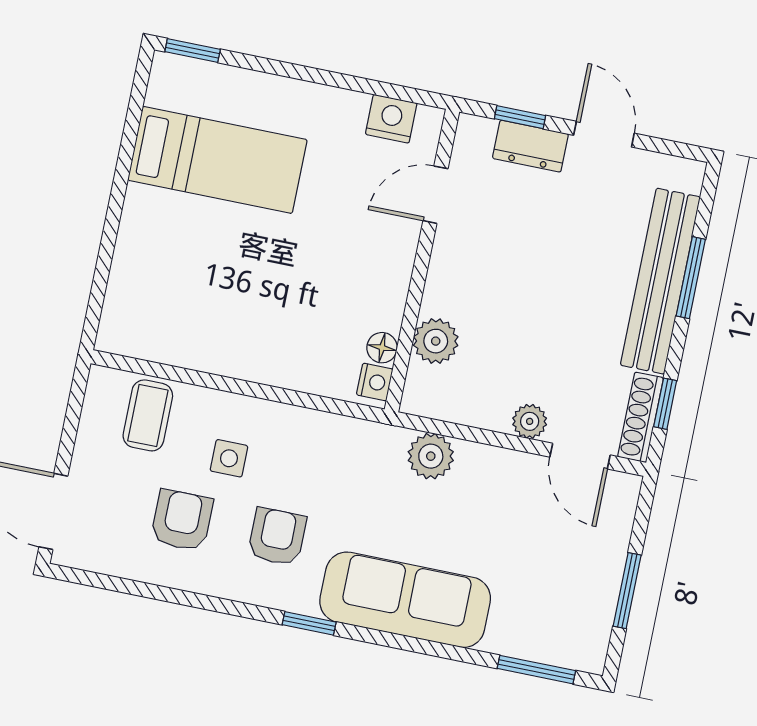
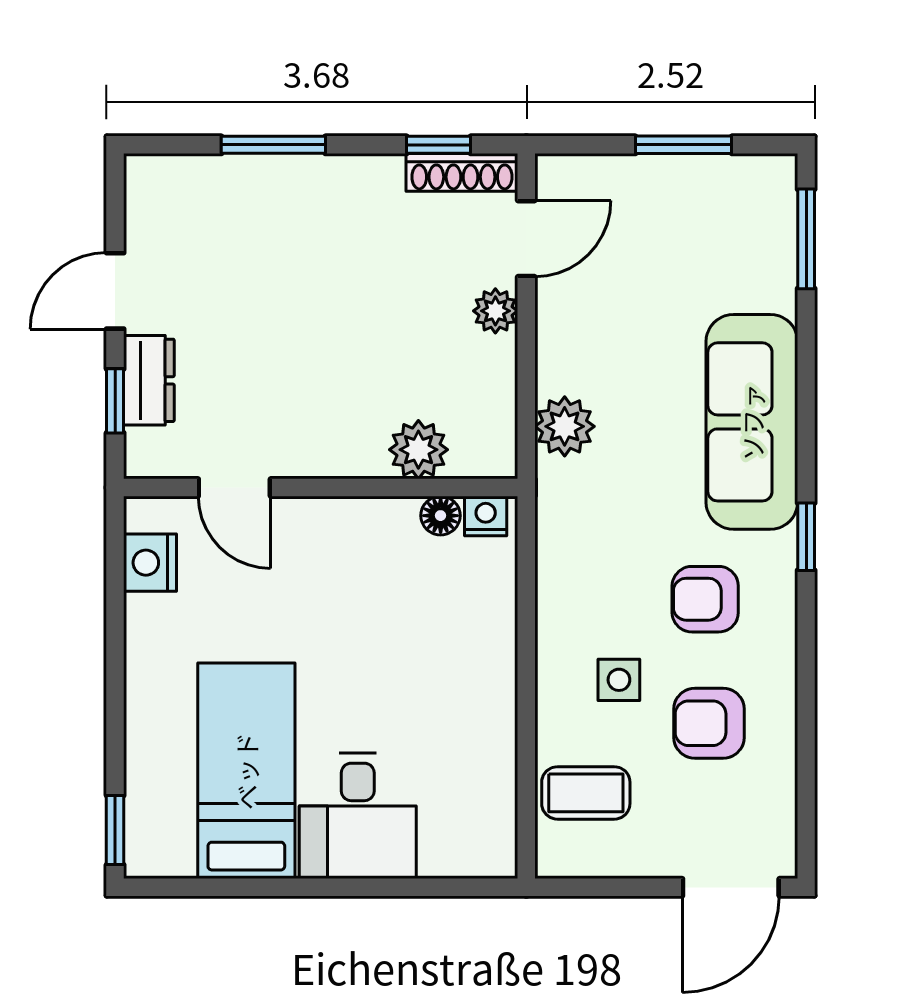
desk: (166, 238) -> (358, 816), added
bench: (660, 281) -> (285, 182), removed

